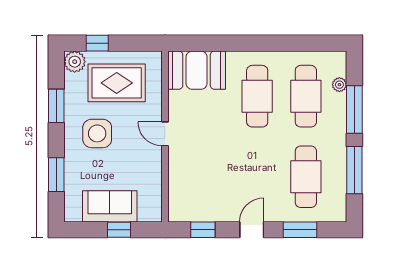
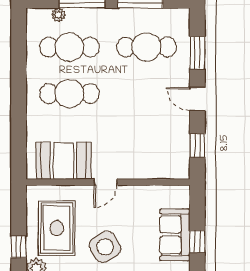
booth: (197, 70) -> (64, 161), moved, turned 90
side table: (97, 133) -> (105, 247), turned -32
window: (119, 230) -> (197, 242), moved

